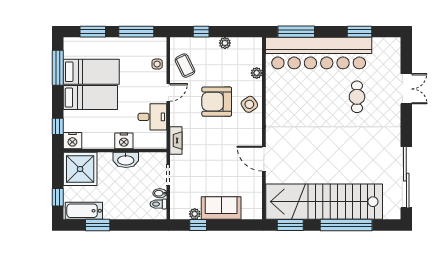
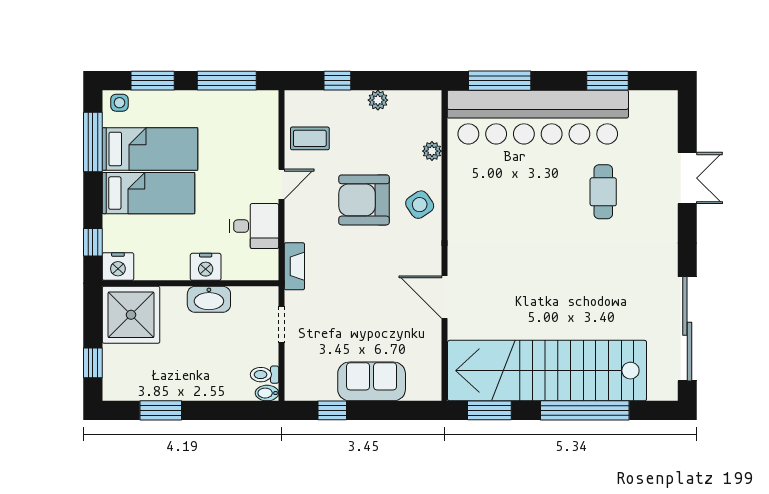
side table: (157, 64) -> (119, 103), moved
coffee table: (185, 66) -> (310, 138), turned -64
bidet: (160, 193) -> (267, 393), moved
bathtub: (84, 211) -> (138, 386), removed
plant: (195, 214) -> (326, 391), removed

